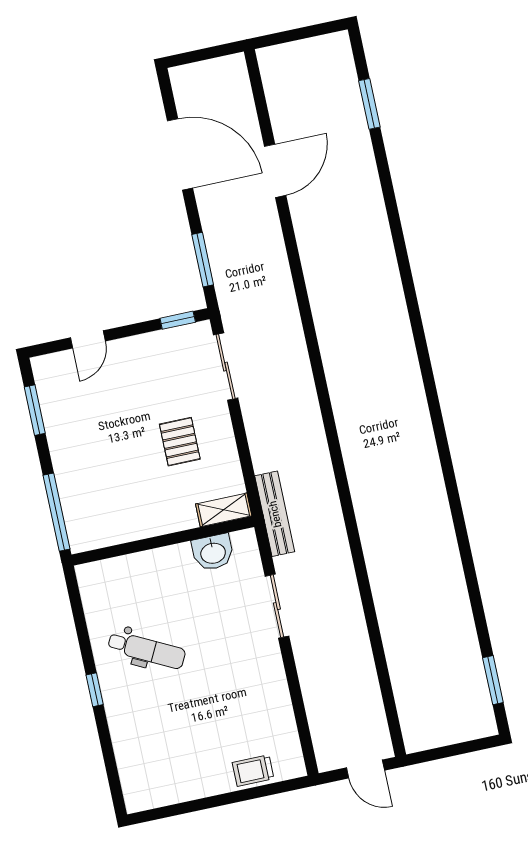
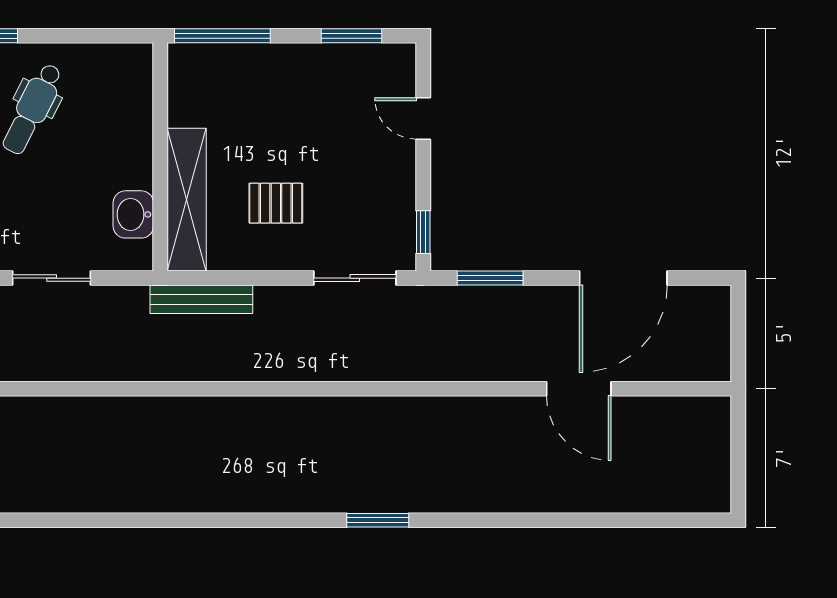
window: (369, 104) -> (378, 520), moved
shelving: (224, 510) -> (187, 200), width x2.20, depth x1.33
bench: (275, 514) -> (201, 299), moved

